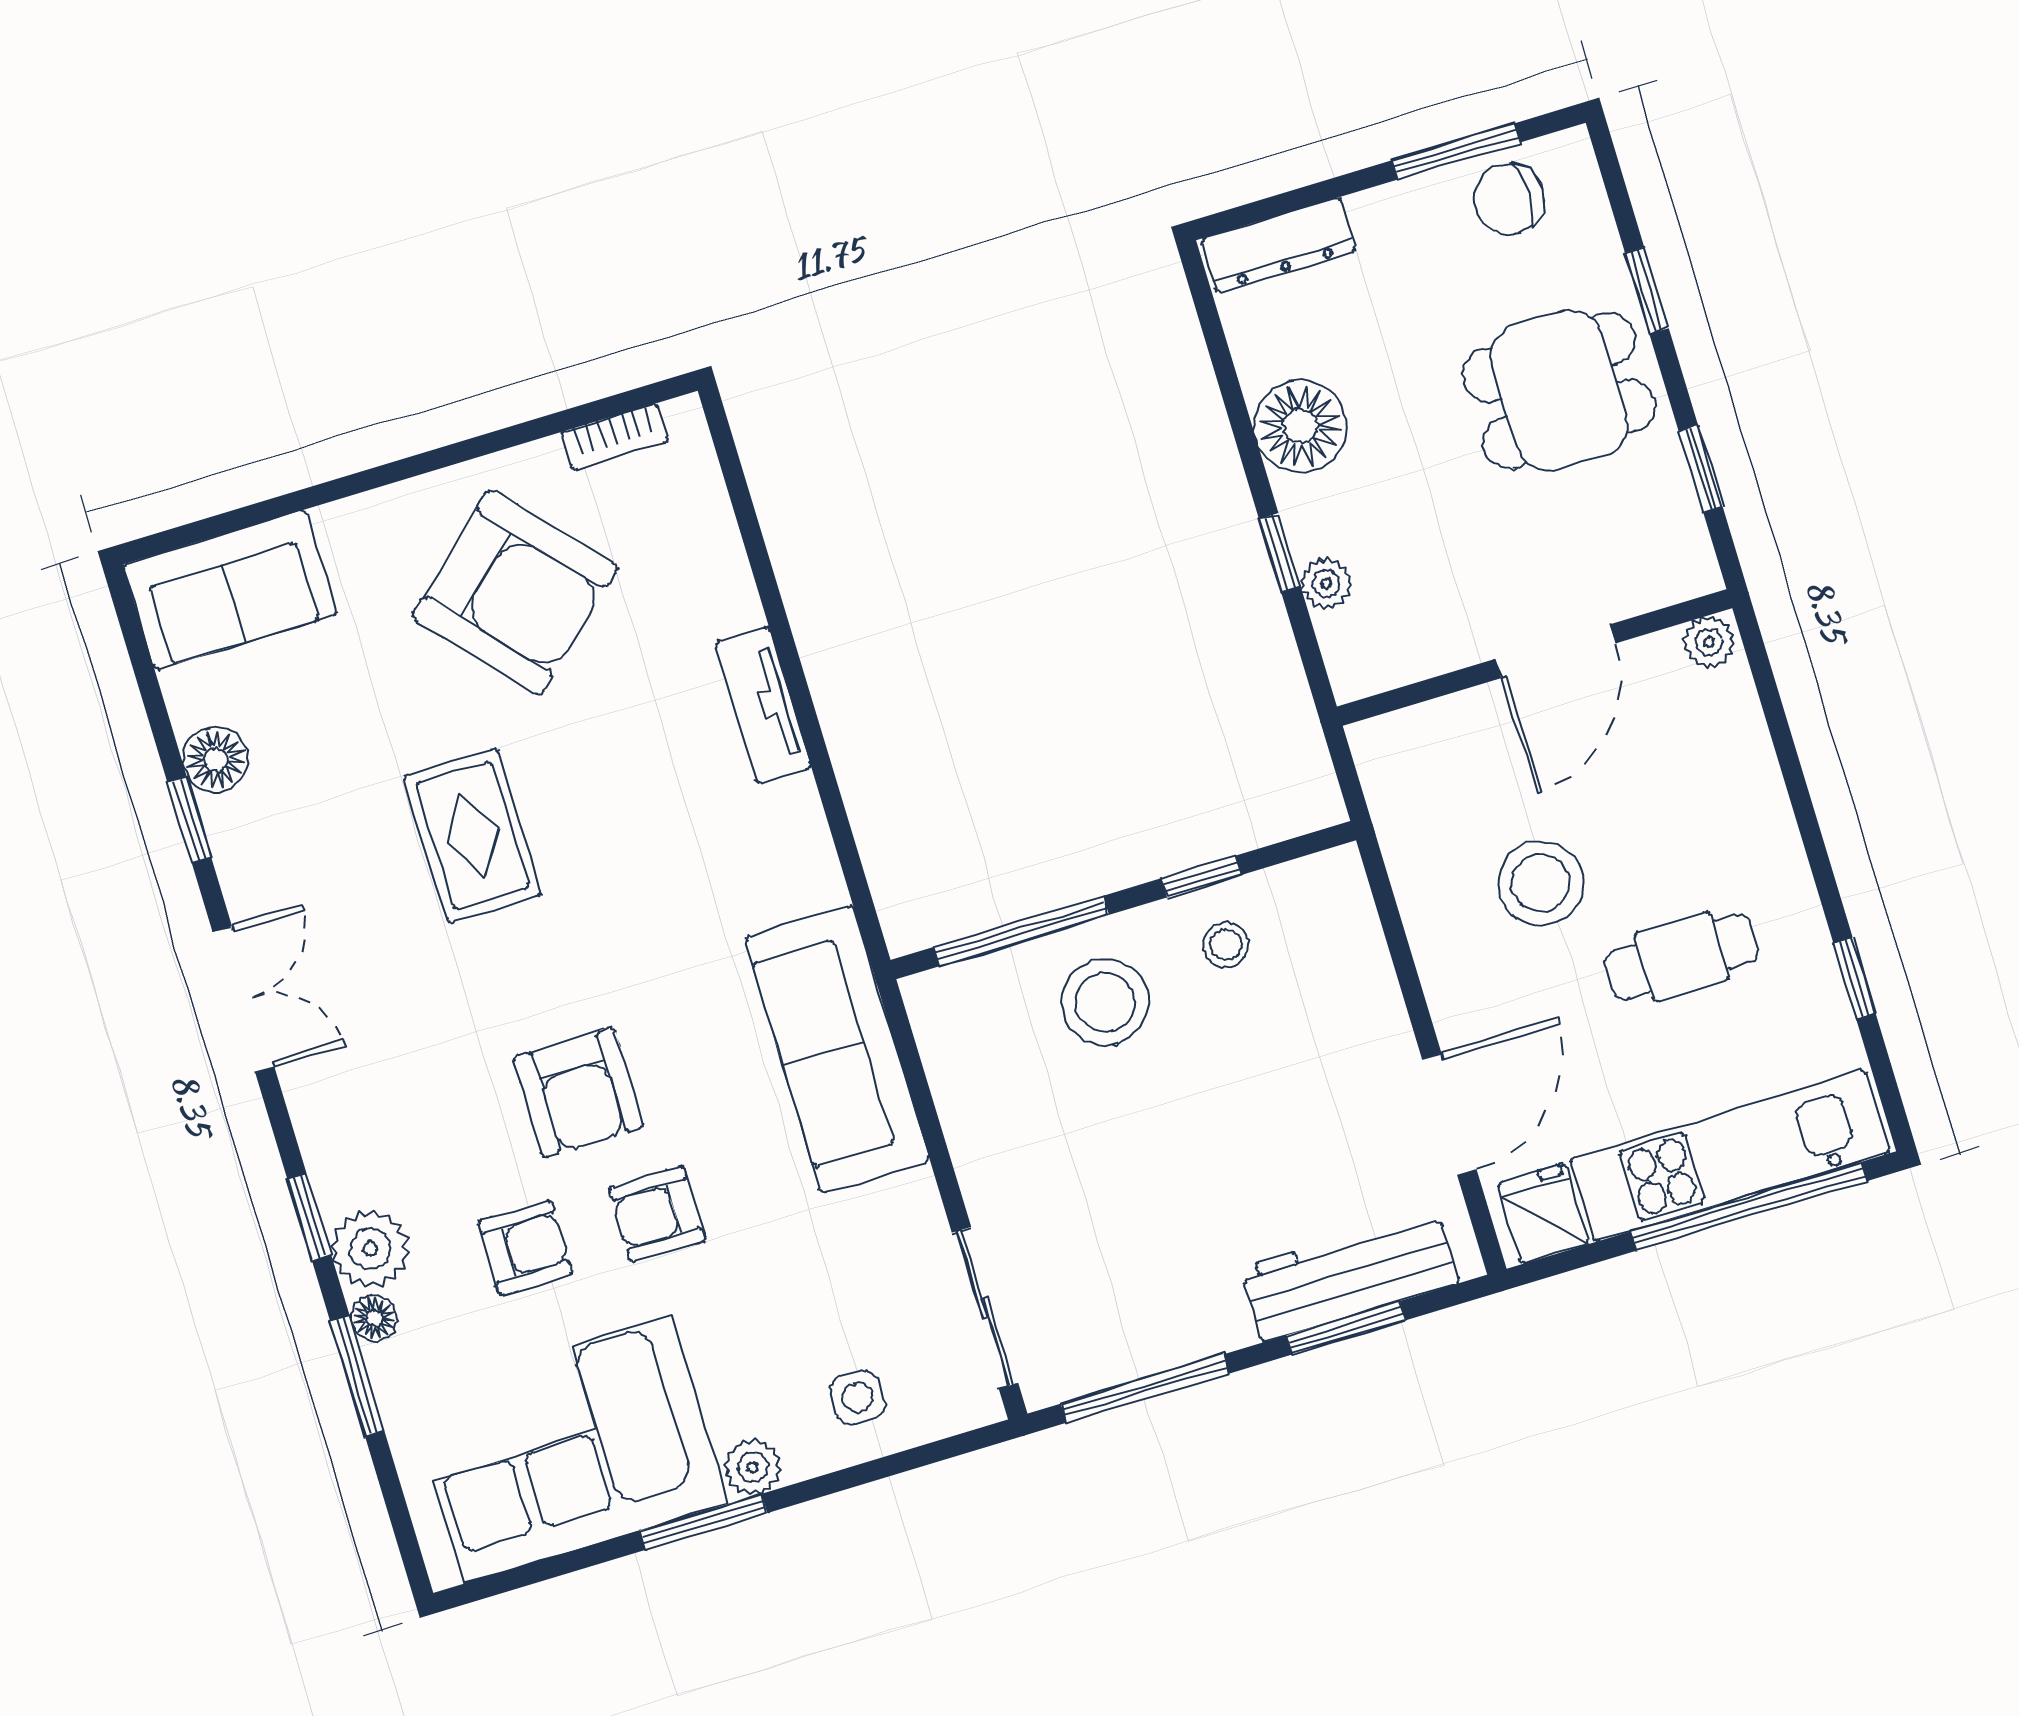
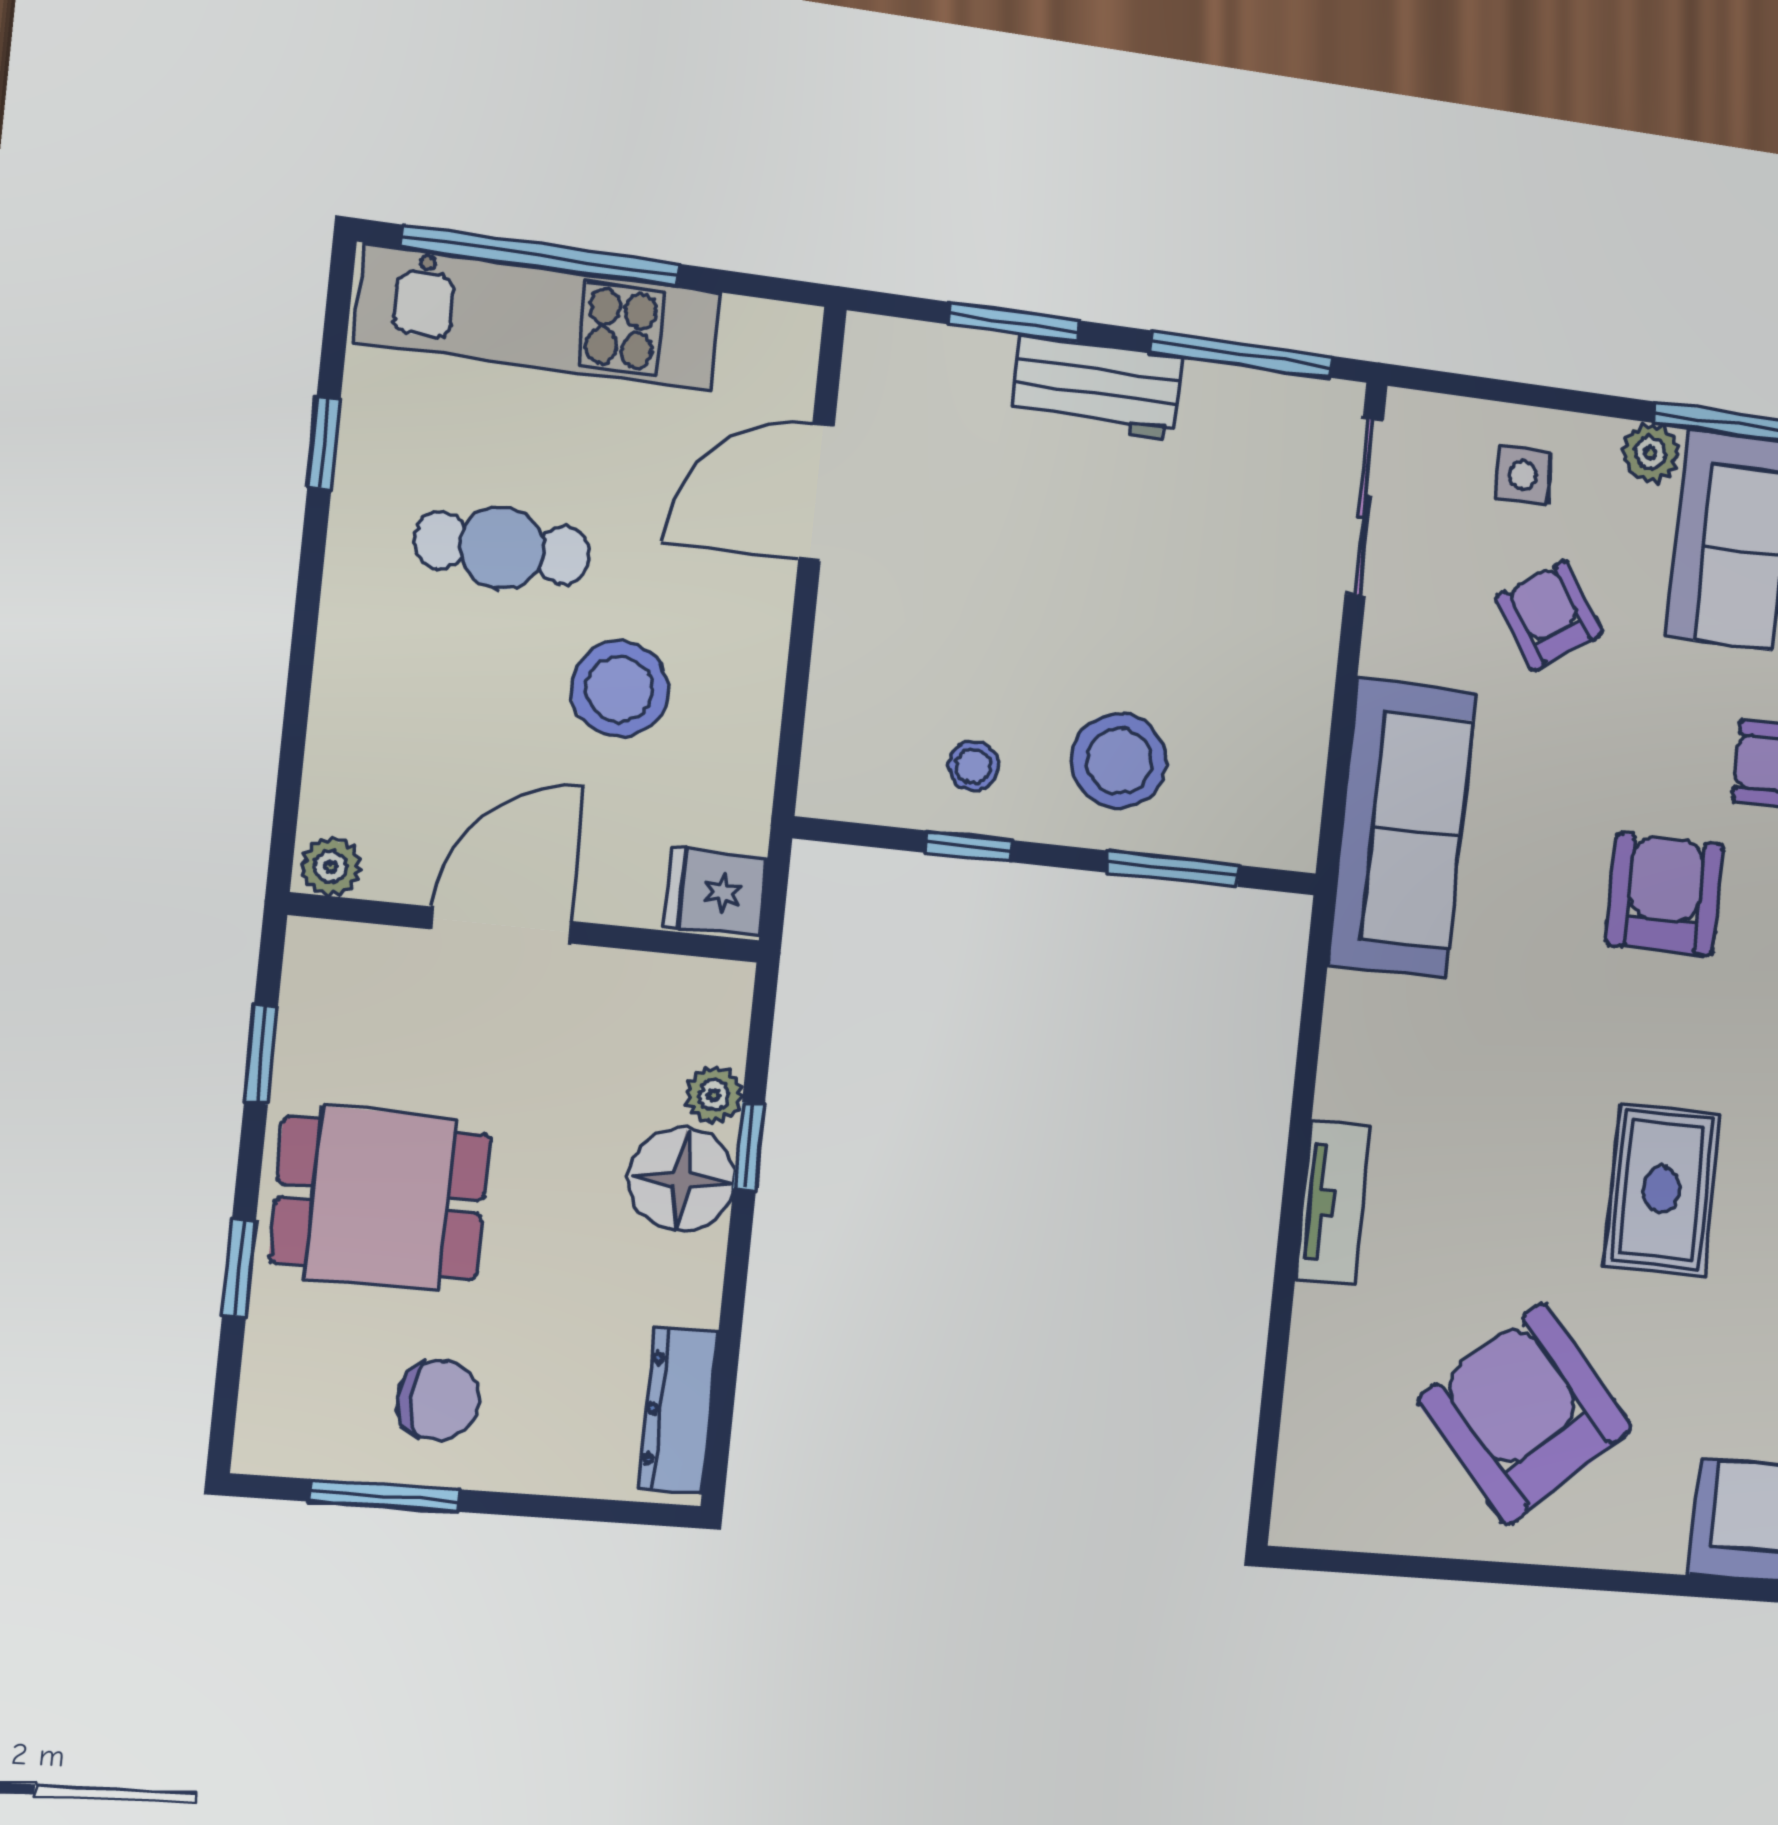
chair: (1509, 199) -> (438, 1400), moved
dresser: (1279, 245) -> (678, 1410), moved, turned -90
floor lamp: (1300, 426) -> (682, 1179), moved
bookcase: (615, 437) -> (1367, 1531), removed
window: (1021, 931) -> (1173, 869), width x0.69
armchair: (657, 1214) -> (1549, 615), moved, turned -124
fridge: (1543, 1214) -> (716, 892), moved, turned 90
workbench: (1350, 1276) -> (1097, 388), moved, width x0.73

